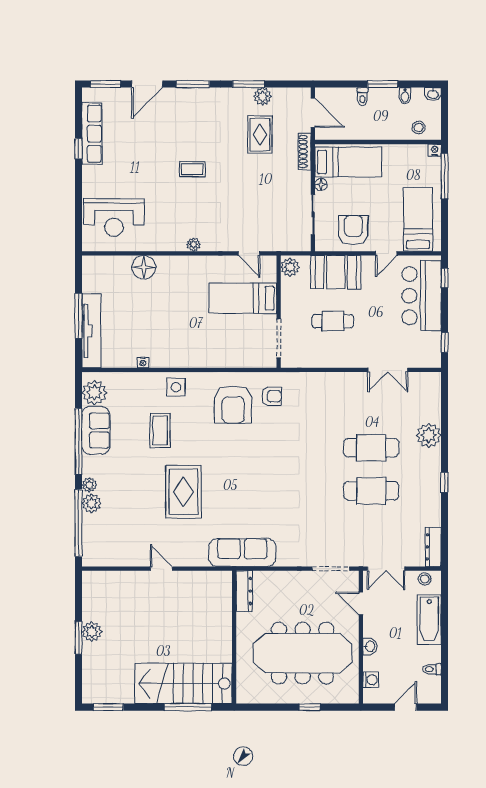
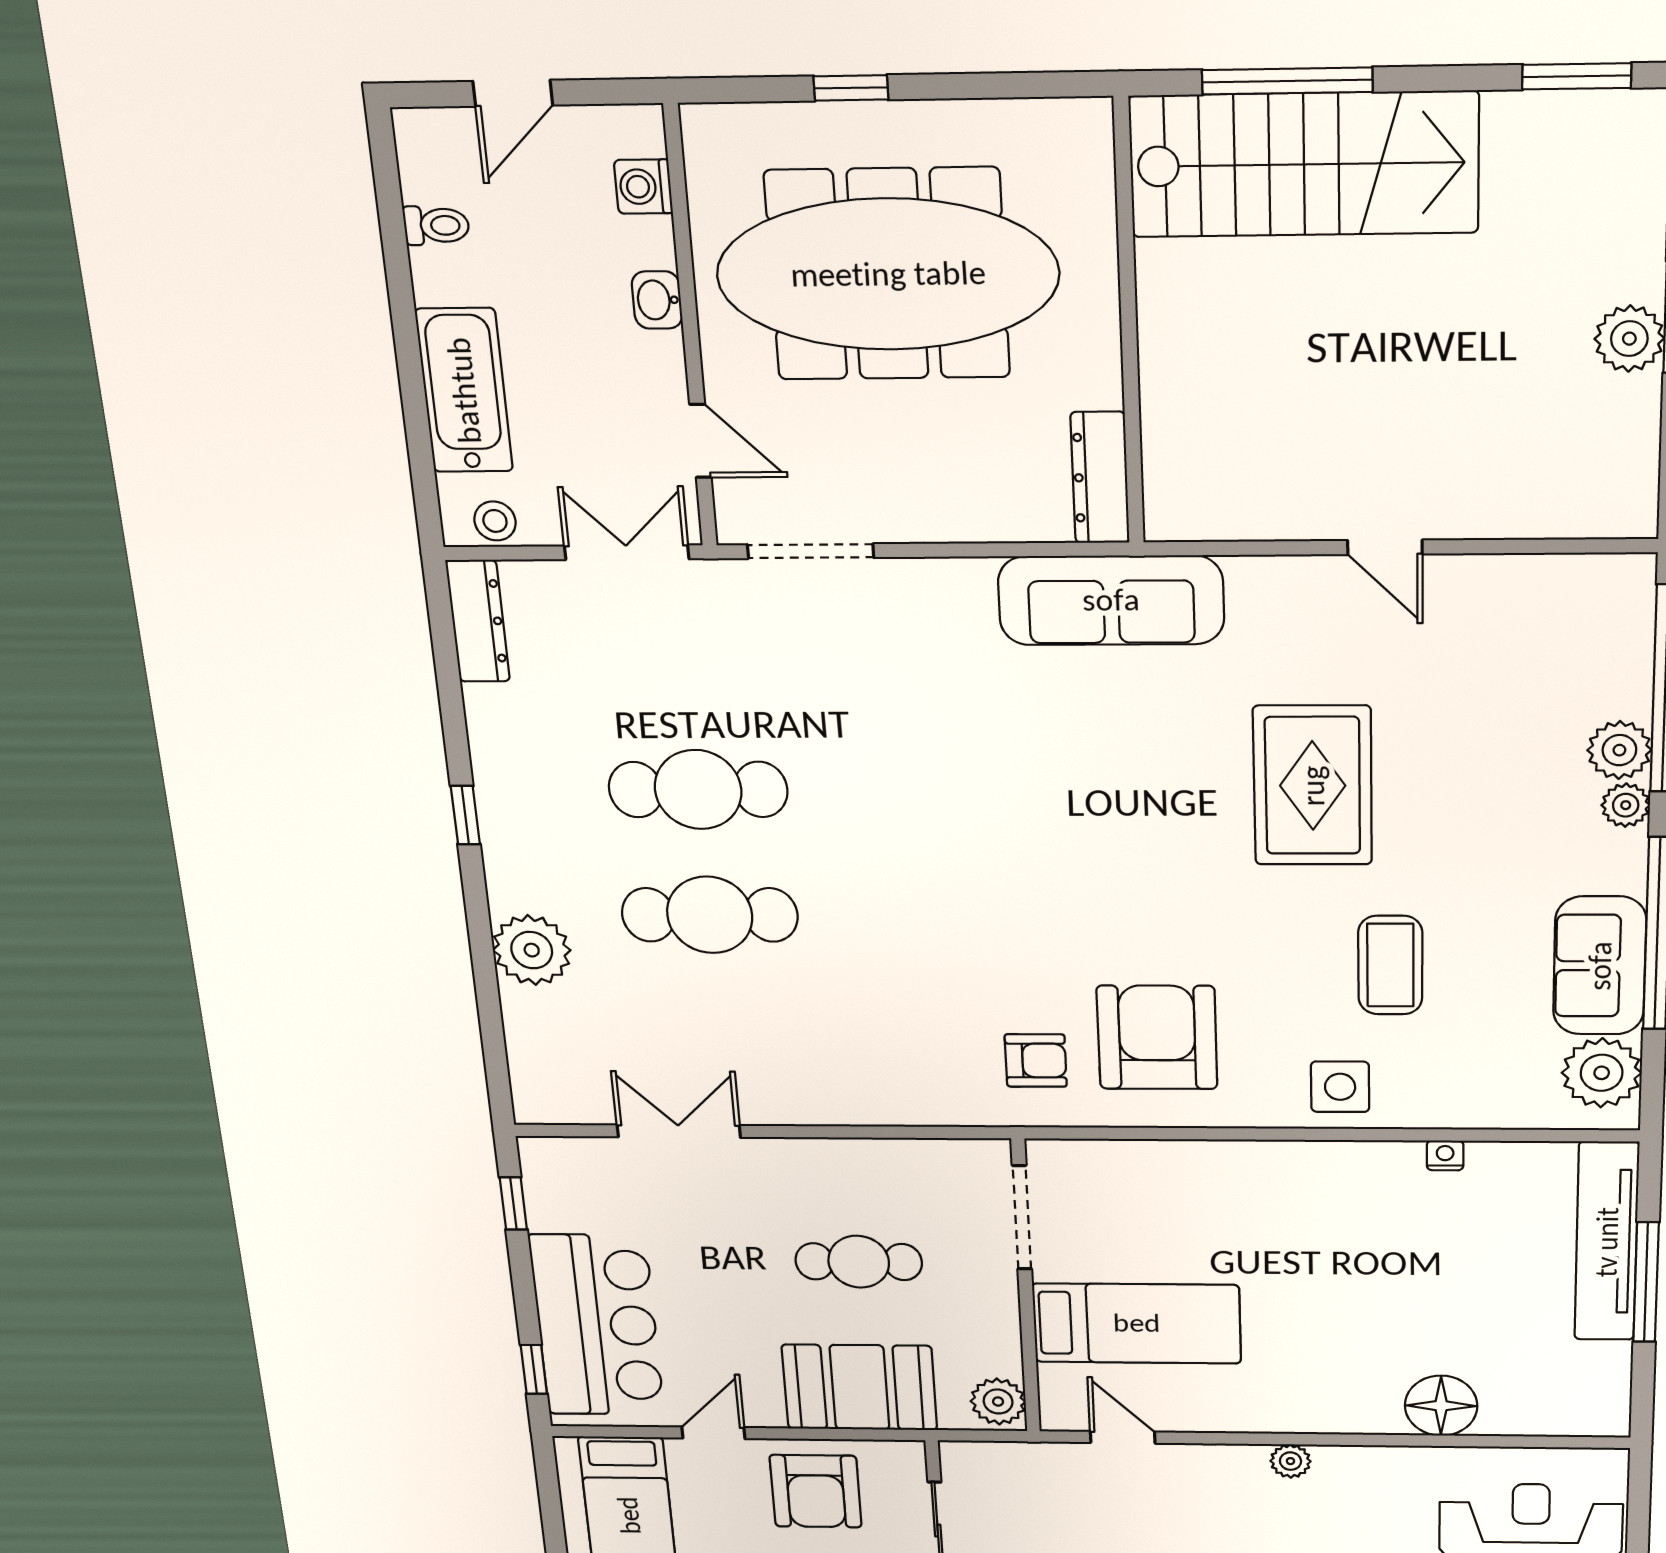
armchair: (272, 396) -> (1036, 1061), turned 180

